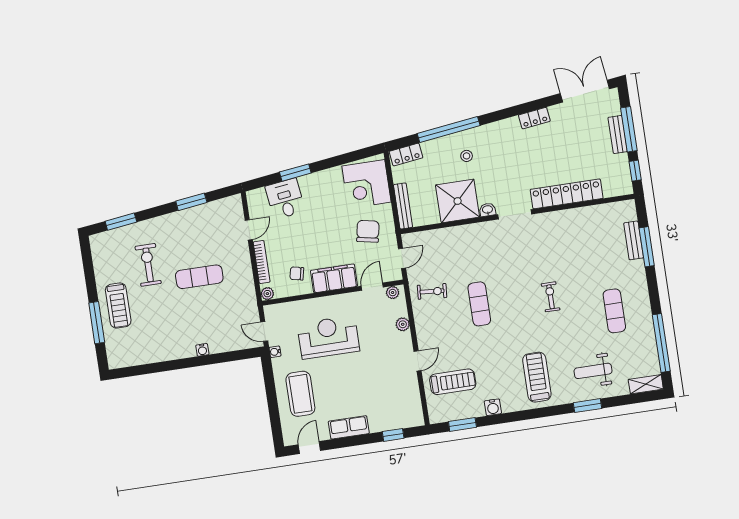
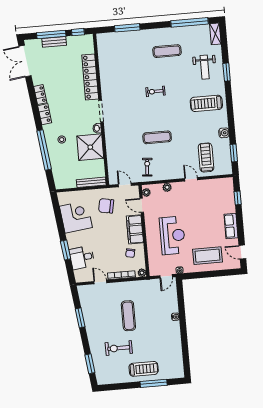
locker: (406, 155) -> (45, 114), moved
corner desk: (366, 184) -> (76, 217), moved, turned -97
bench: (634, 240) -> (123, 36), removed
reception desk: (328, 337) -> (172, 235), turned 180

